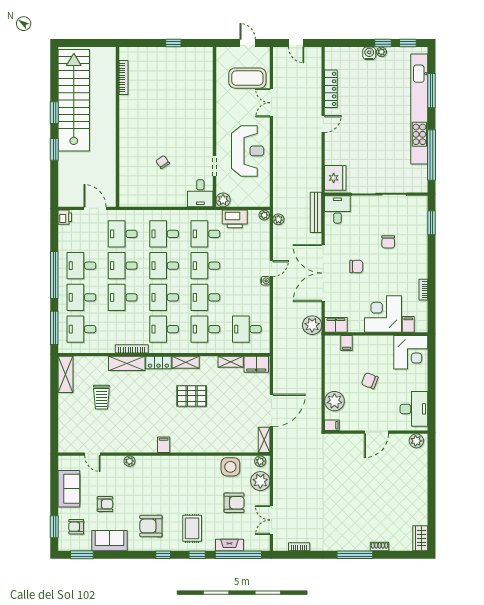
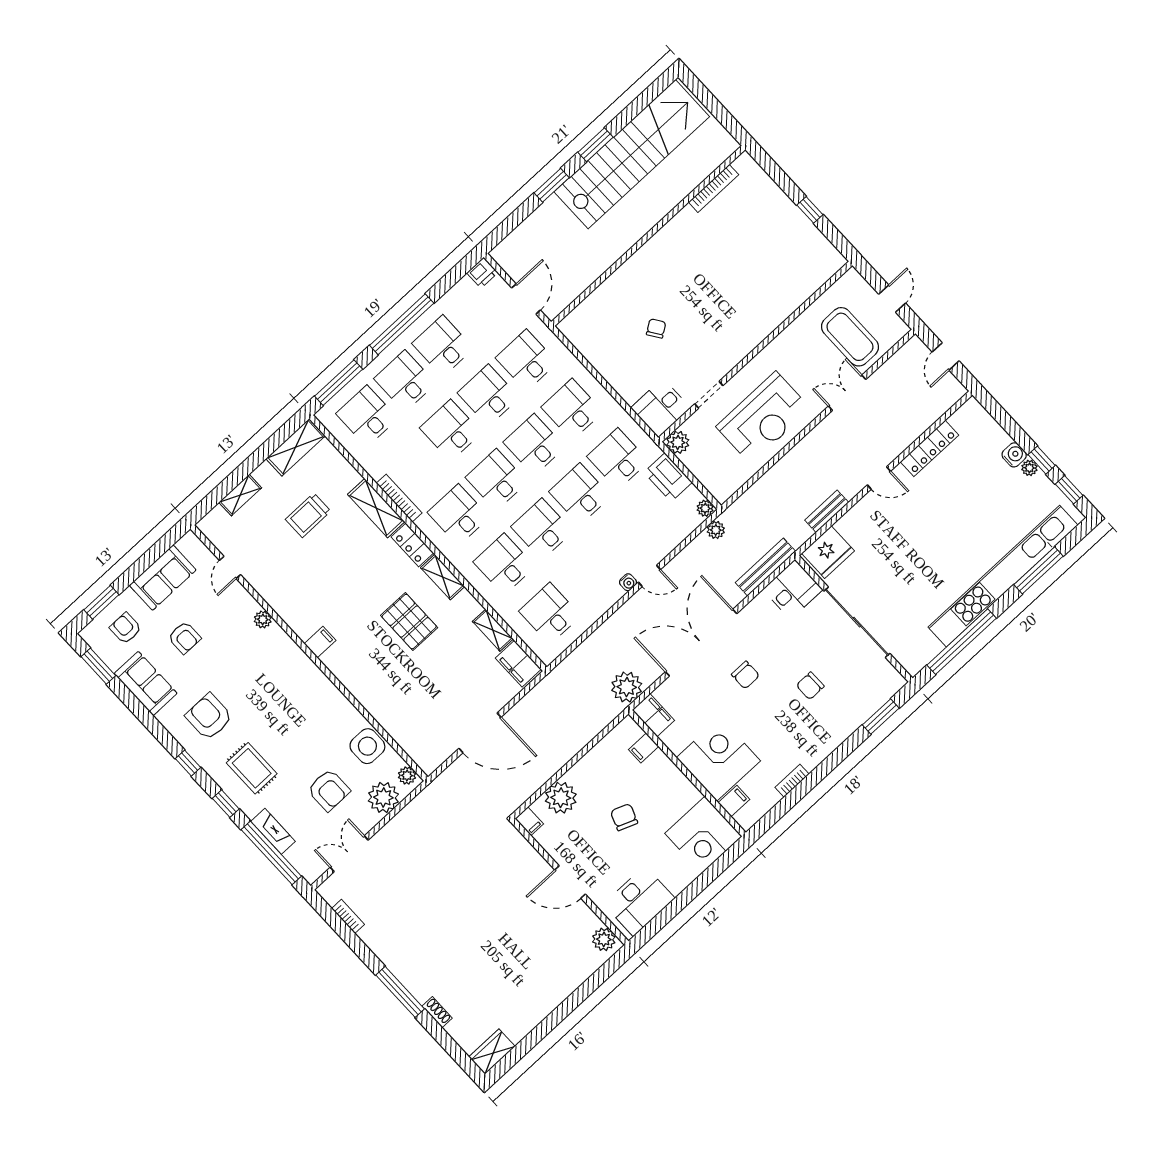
bench: (316, 162) -> (827, 511), added
shelving: (264, 440) -> (240, 495), moved
rug: (192, 528) -> (252, 768), turned 90

